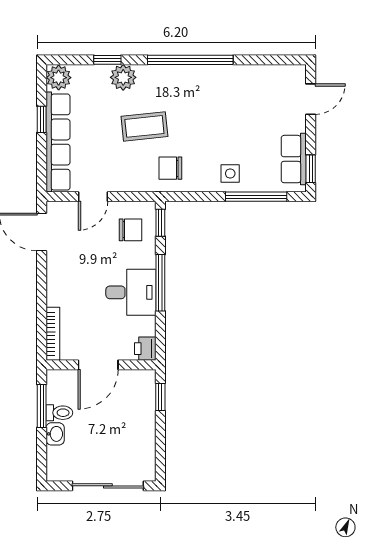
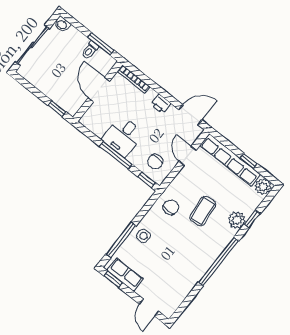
printer: (145, 349) -> (161, 104), moved, turned 180
washbasin: (55, 434) -> (62, 24), moved

